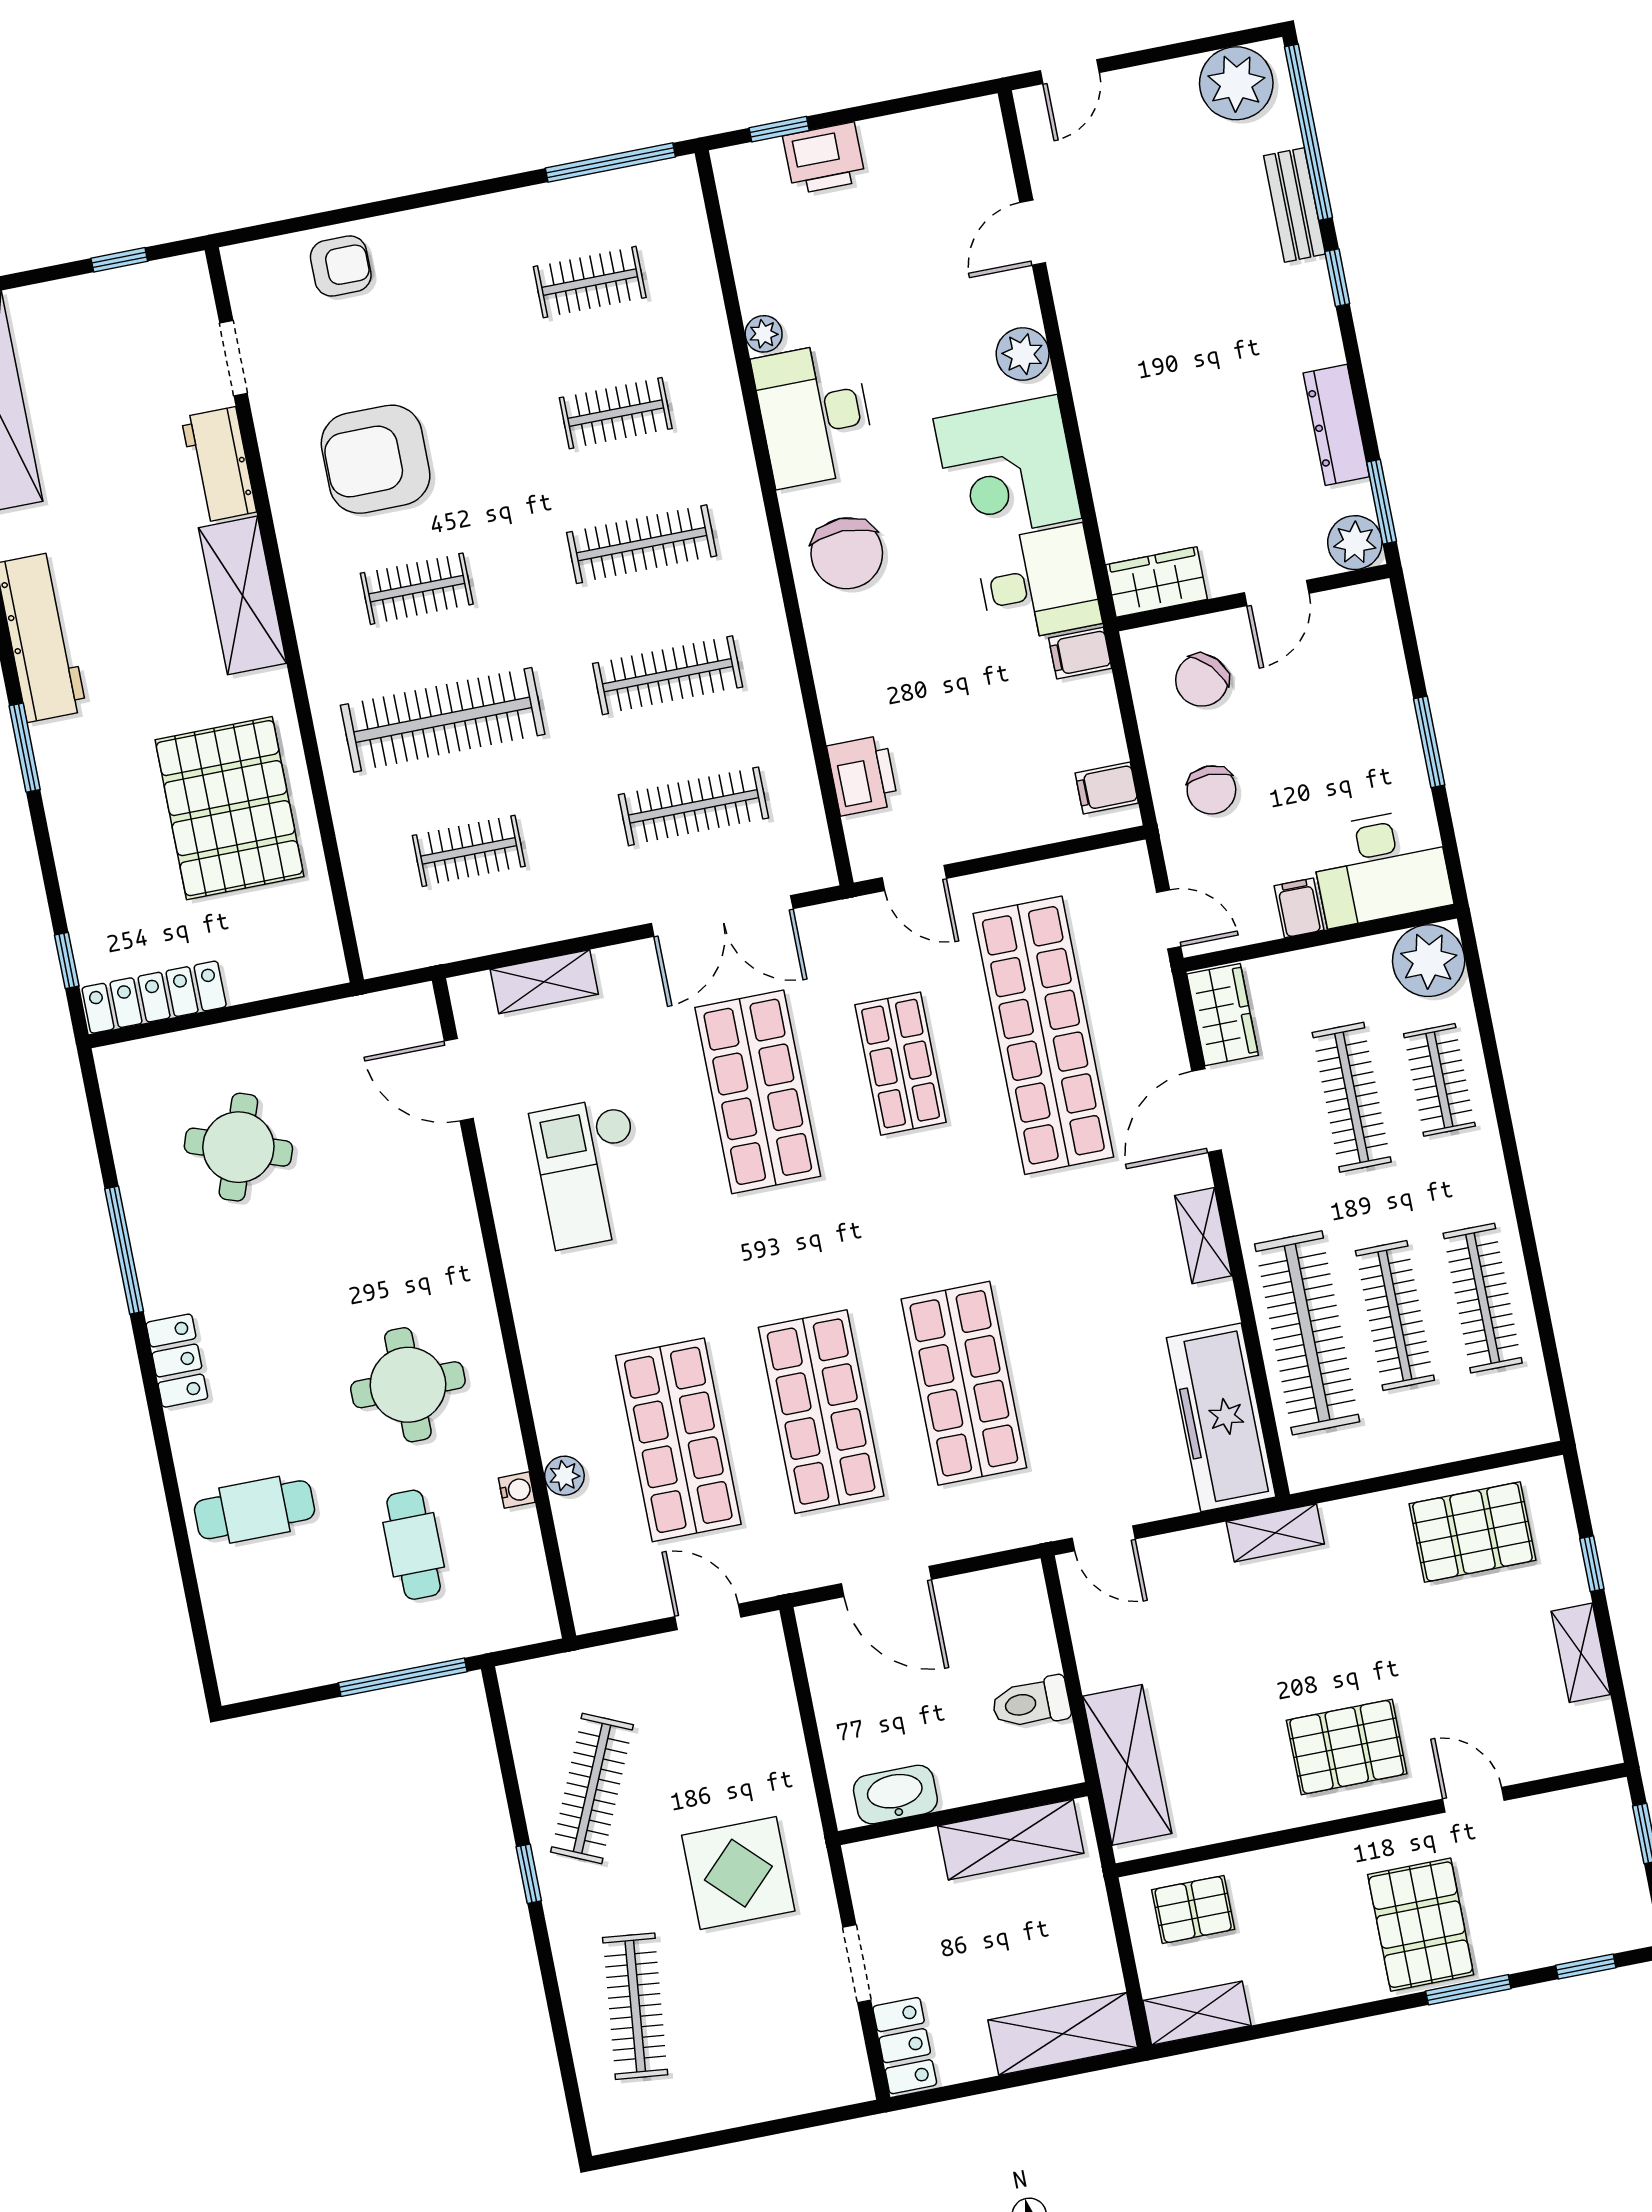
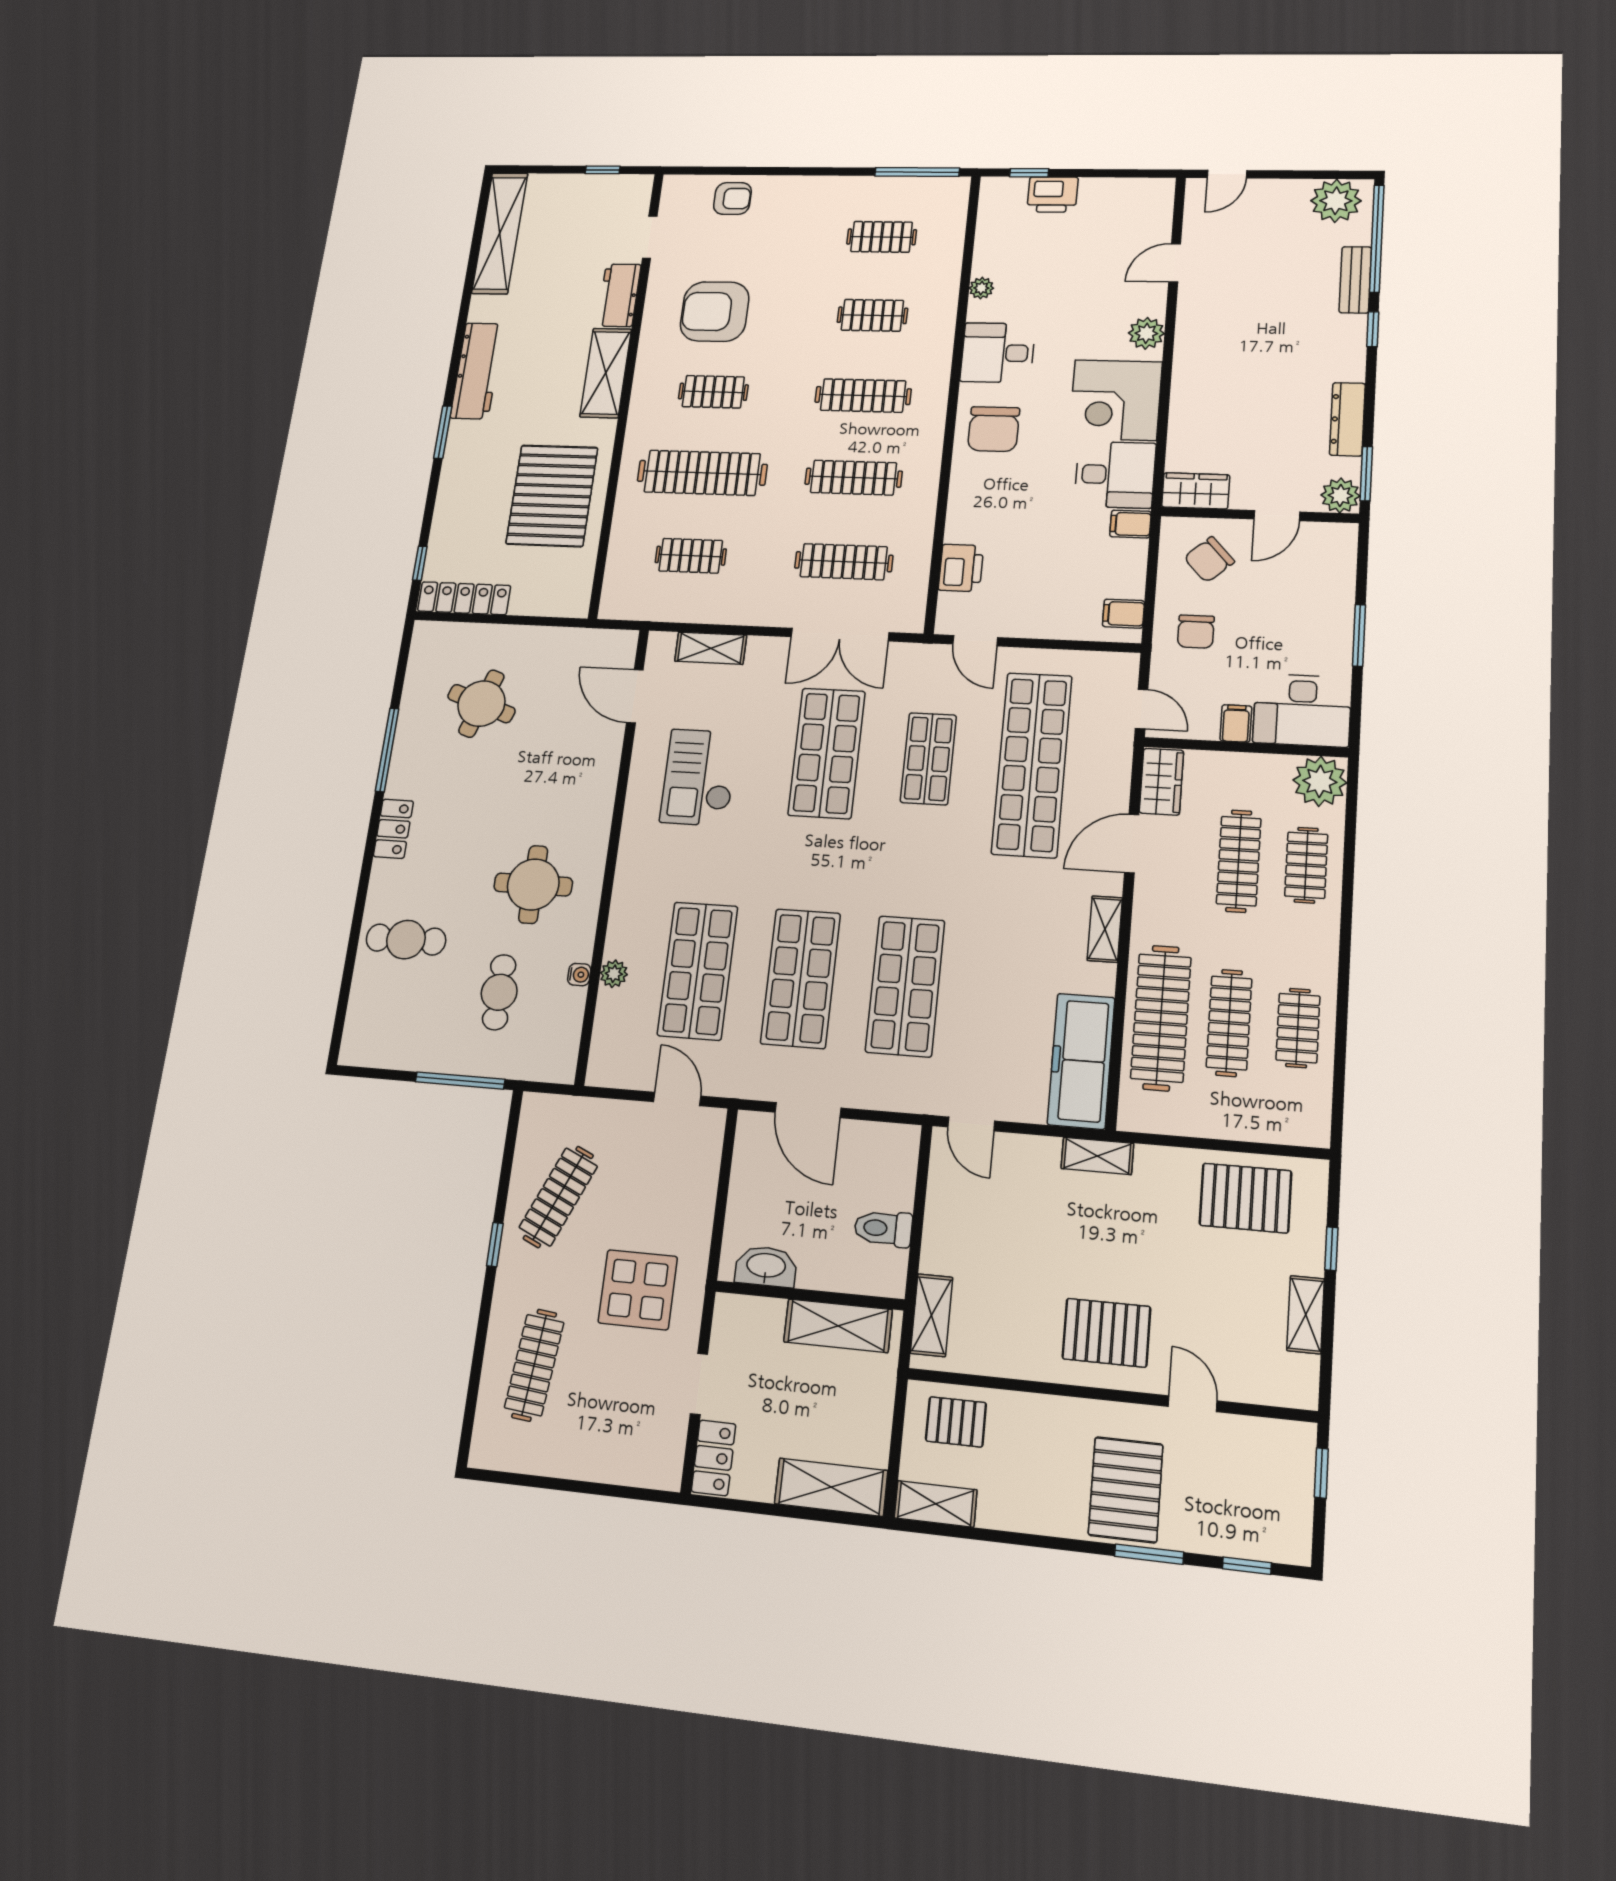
desk: (814, 415) -> (998, 353), width x0.73
clothes rail: (1483, 1298) -> (1298, 1028), width x0.73
shelving: (1127, 1765) -> (932, 1315), width x0.67, depth x0.75

